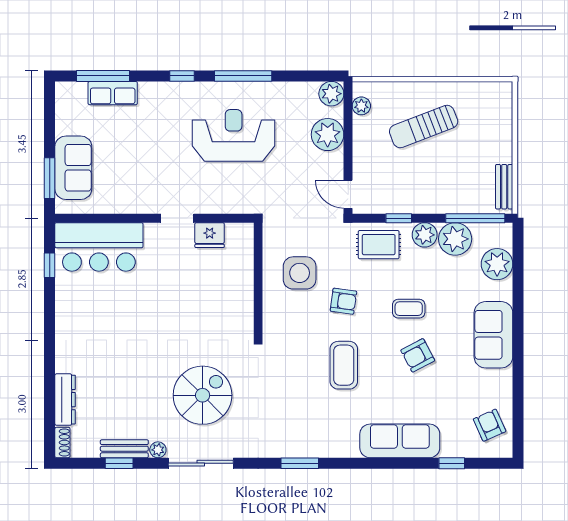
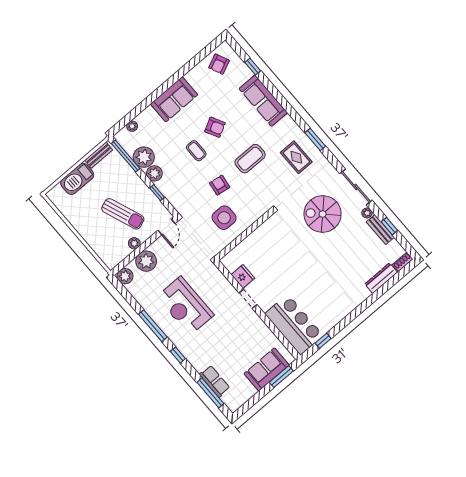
plant: (361, 106) -> (134, 243), moved
sun lounger: (424, 127) -> (123, 214), moved
barbecue: (498, 136) -> (77, 179), added
rug: (379, 245) -> (296, 157), moved
plant: (497, 264) -> (132, 126), width x0.53, depth x0.53

